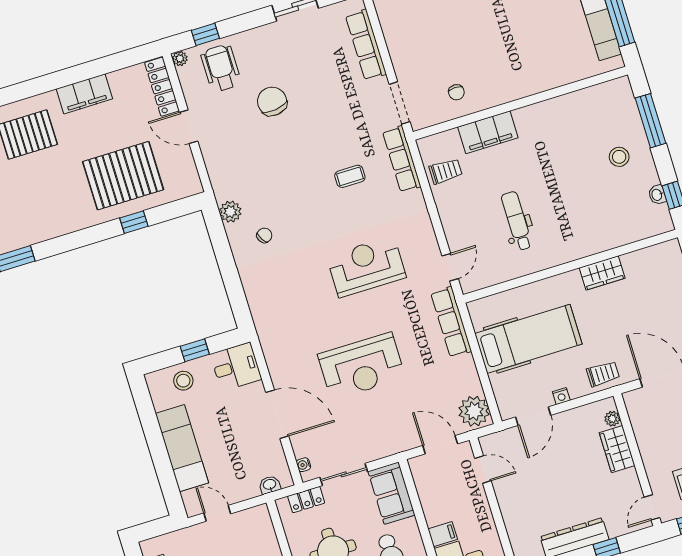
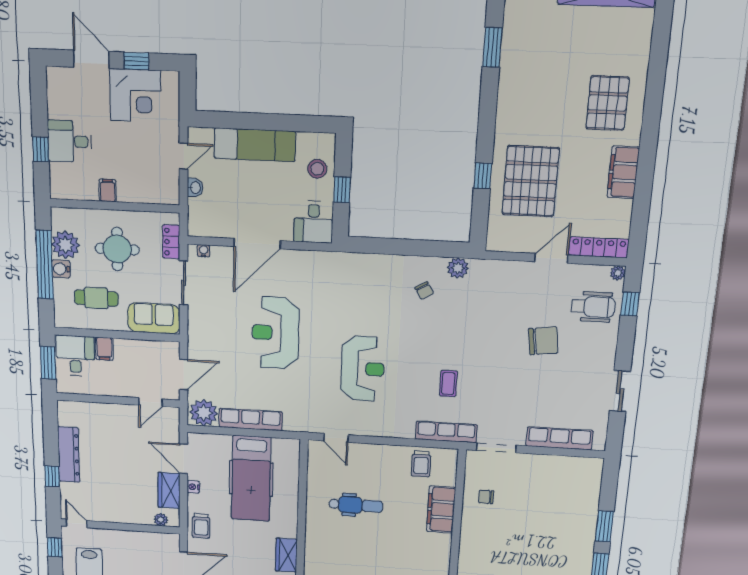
row of seats: (451, 322) -> (251, 419), moved
wardrobe: (617, 449) -> (169, 490), moved, turned -90
washbasin: (270, 485) -> (195, 188), moved

